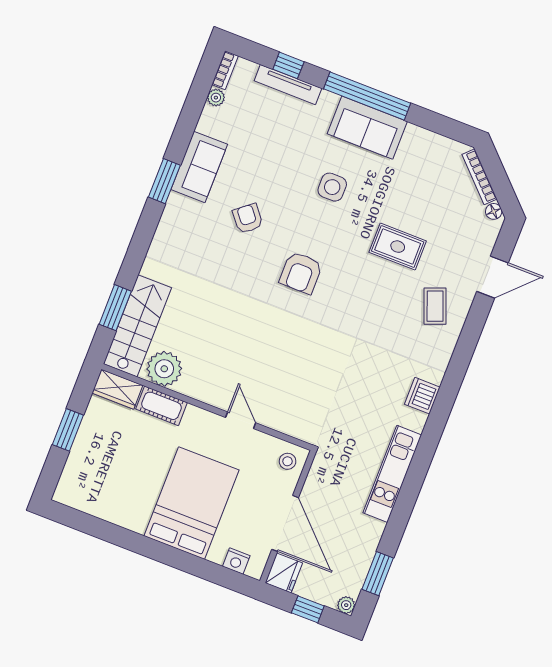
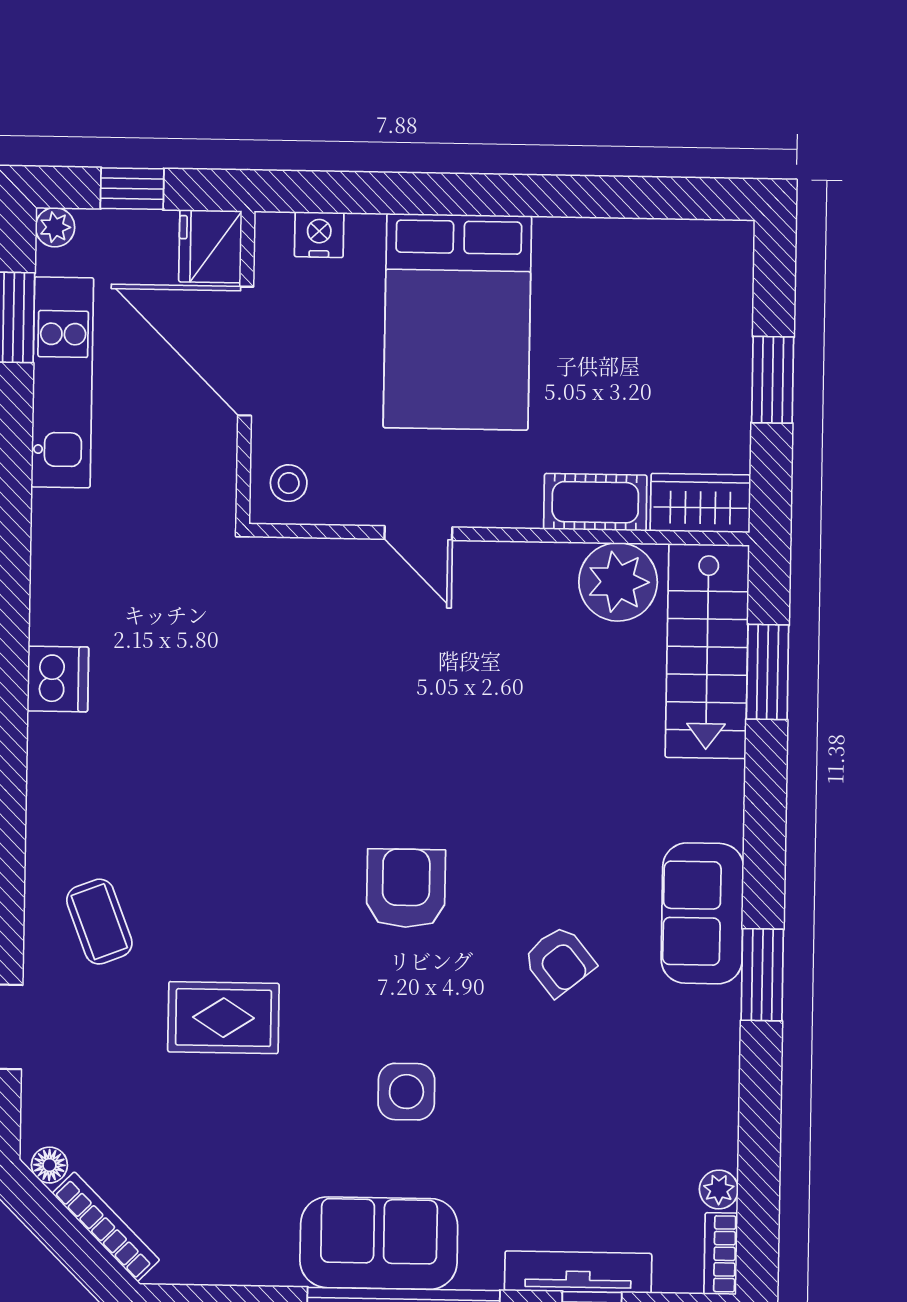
sofa: (199, 167) -> (702, 913), moved
dishwasher: (422, 396) -> (58, 679), moved
kitchen unit: (392, 474) -> (62, 382), moved

